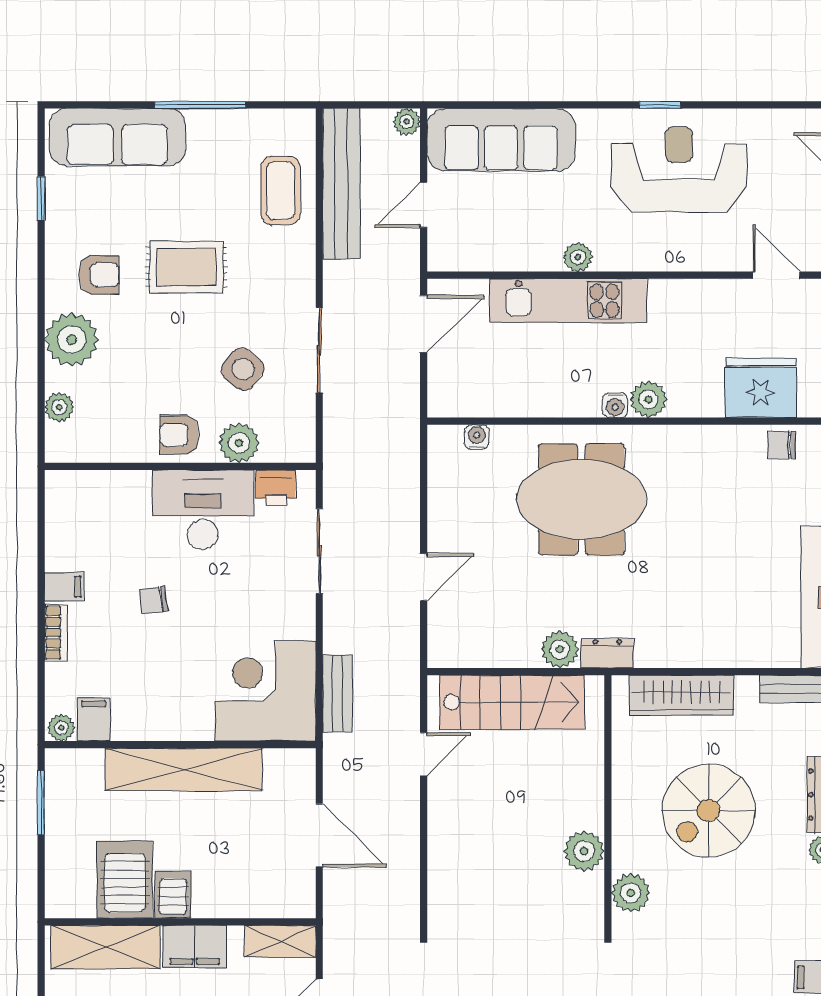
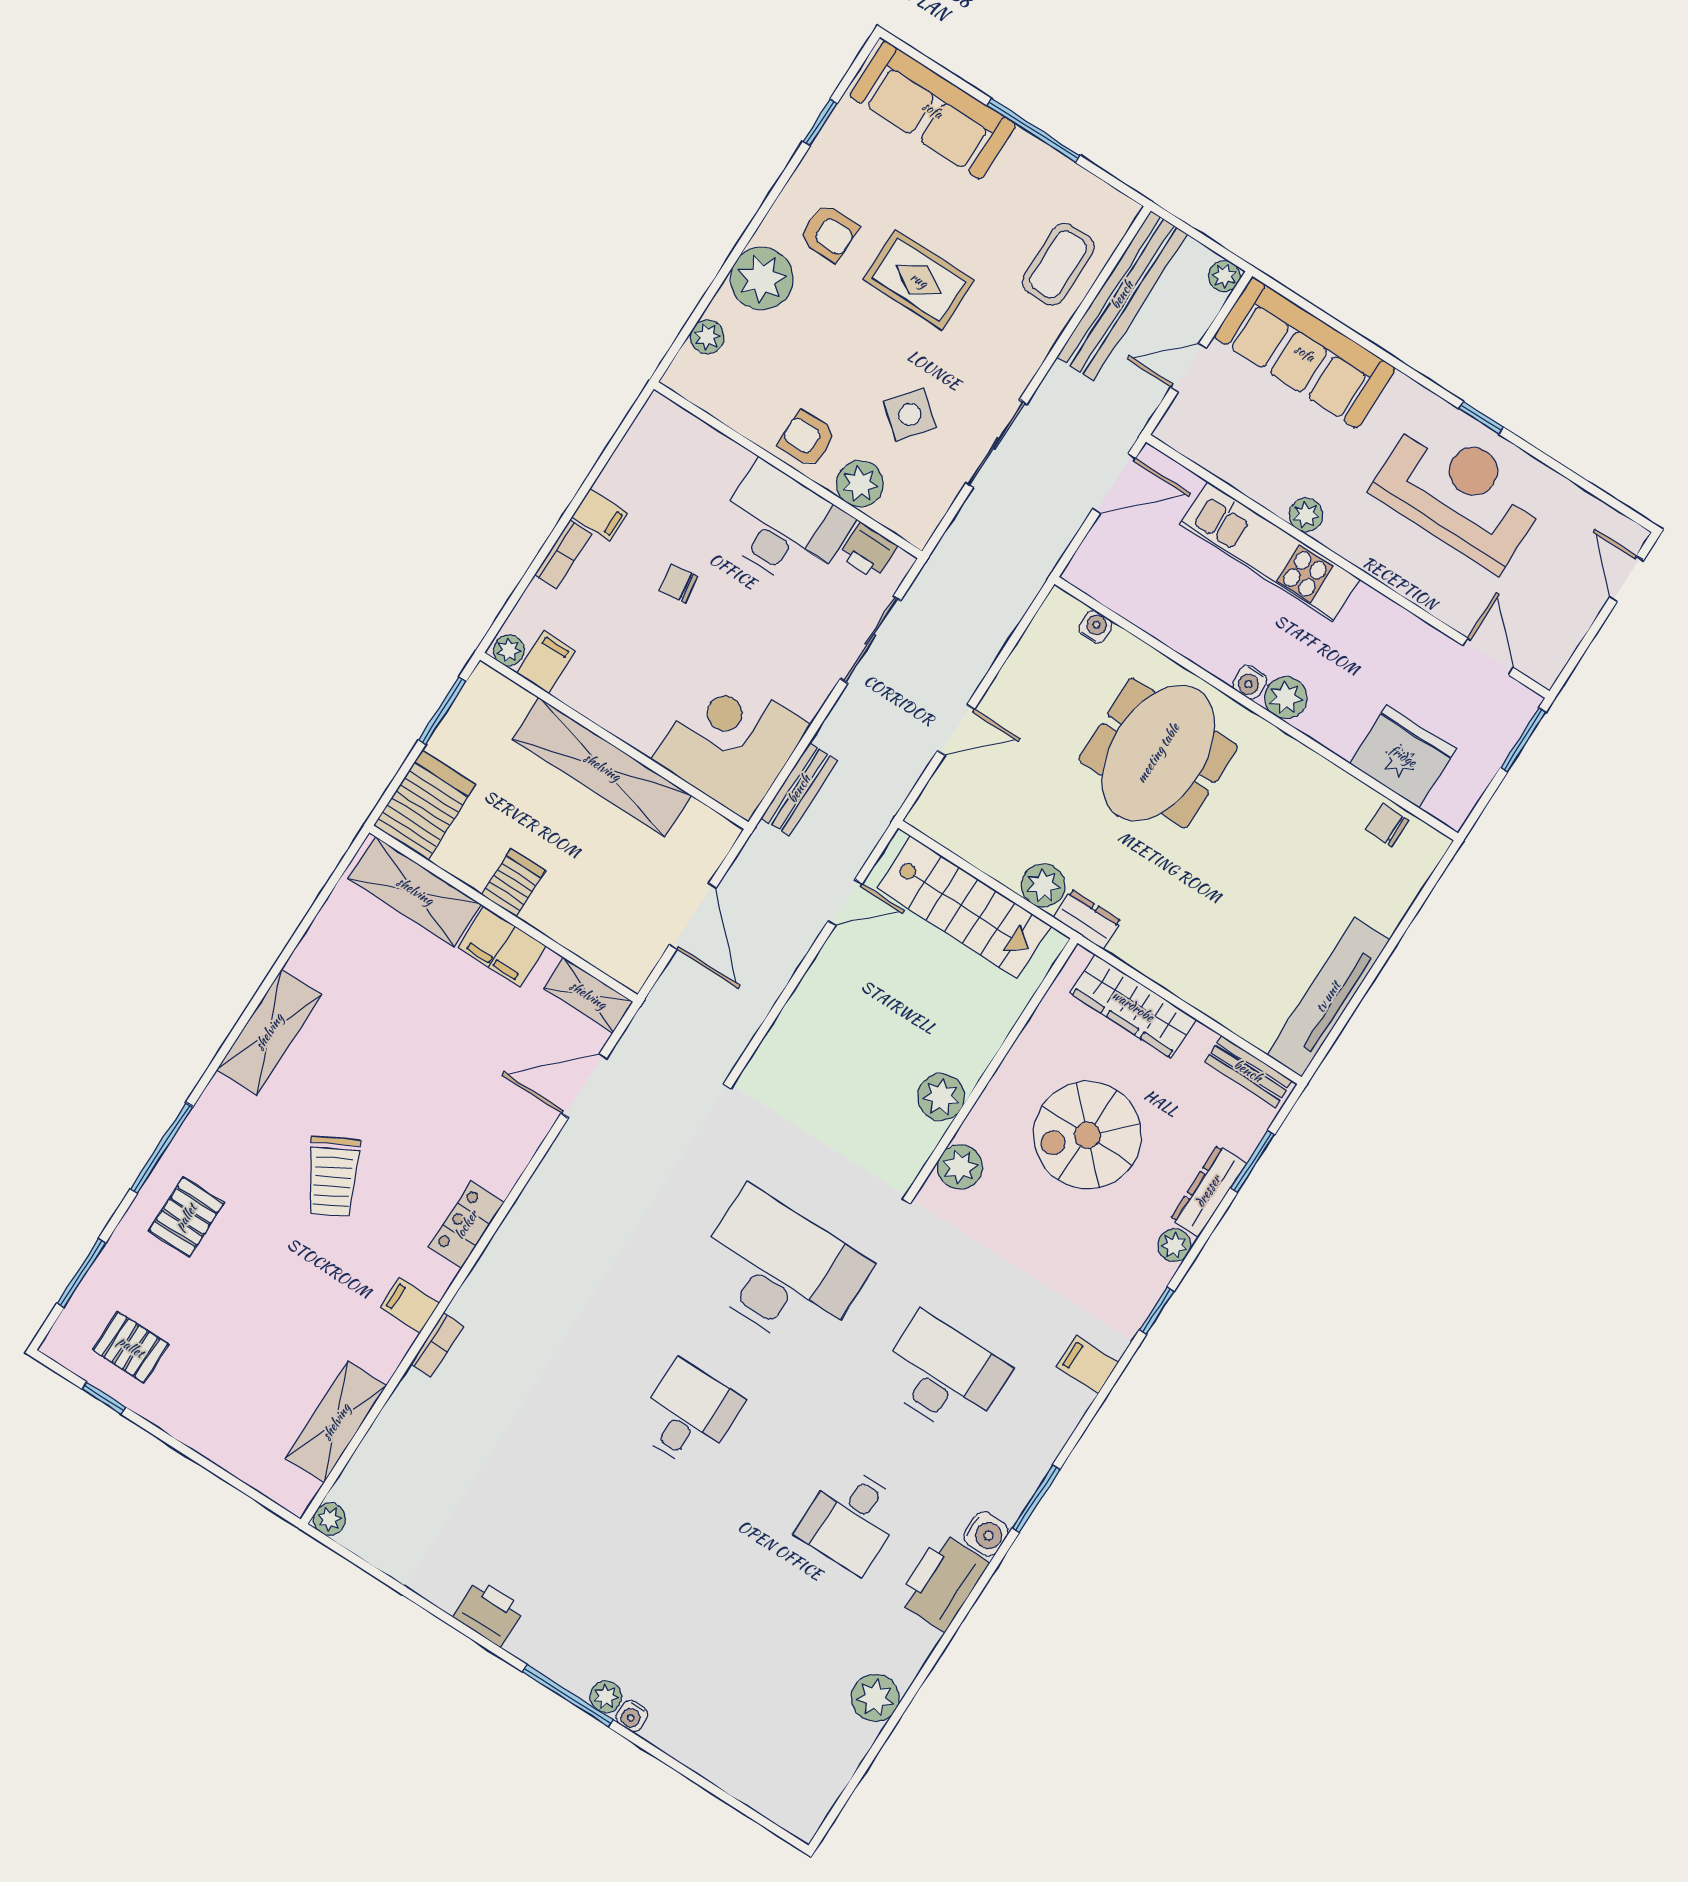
meeting table: (581, 499) -> (1158, 753), turned 90
server rack: (125, 880) -> (425, 805), moved

